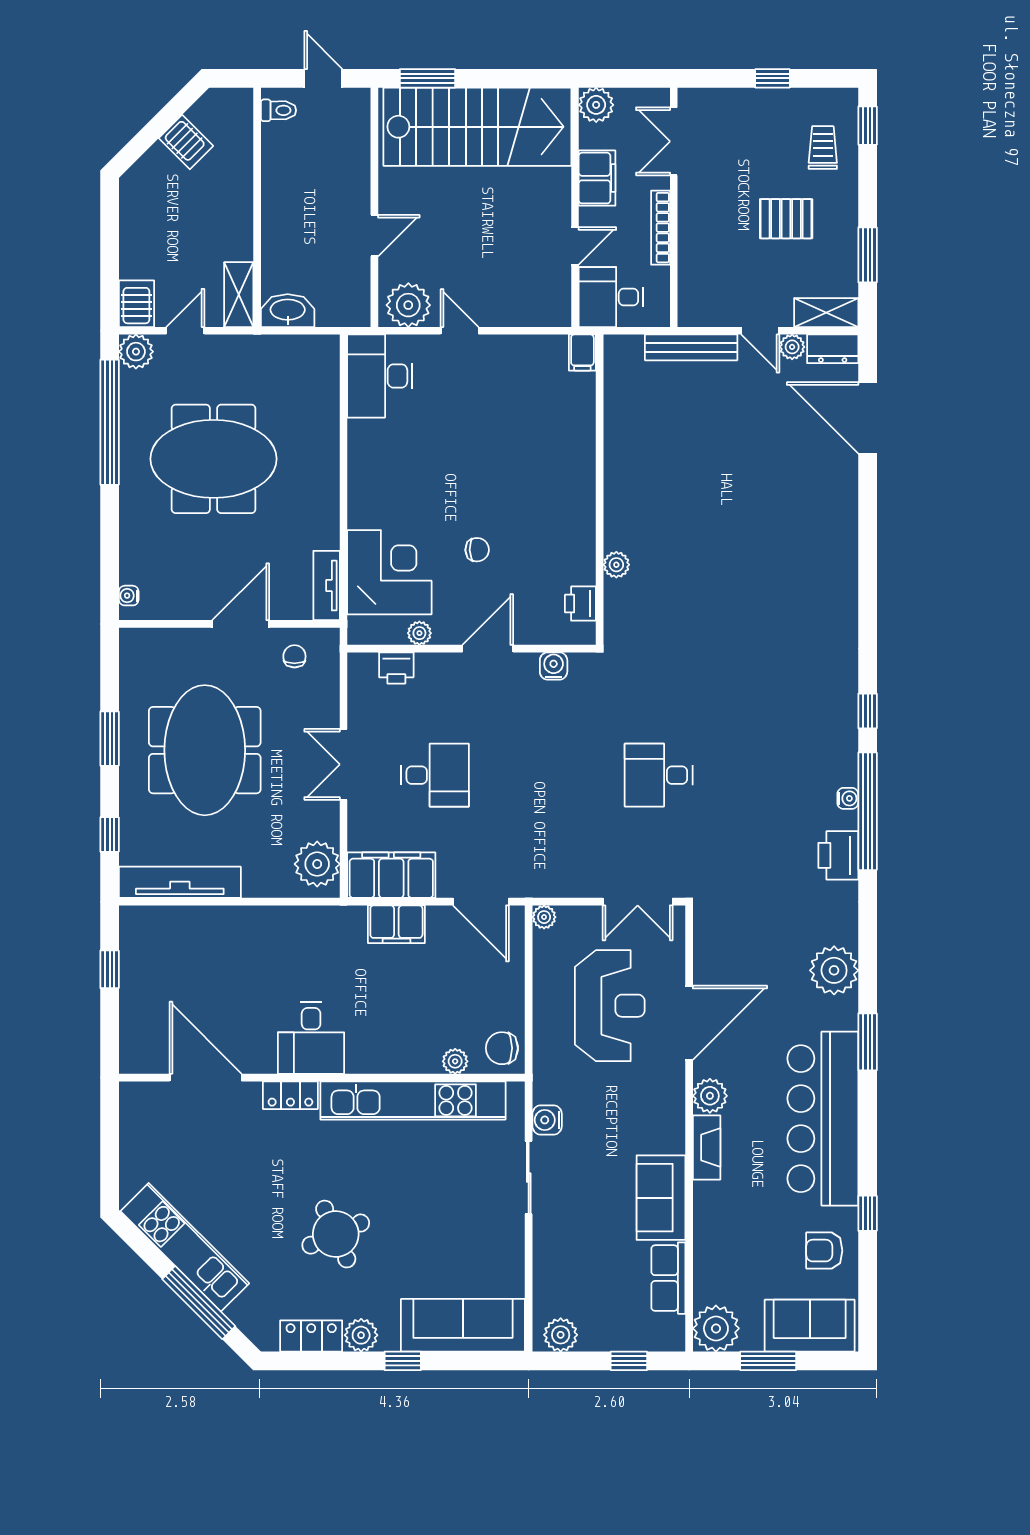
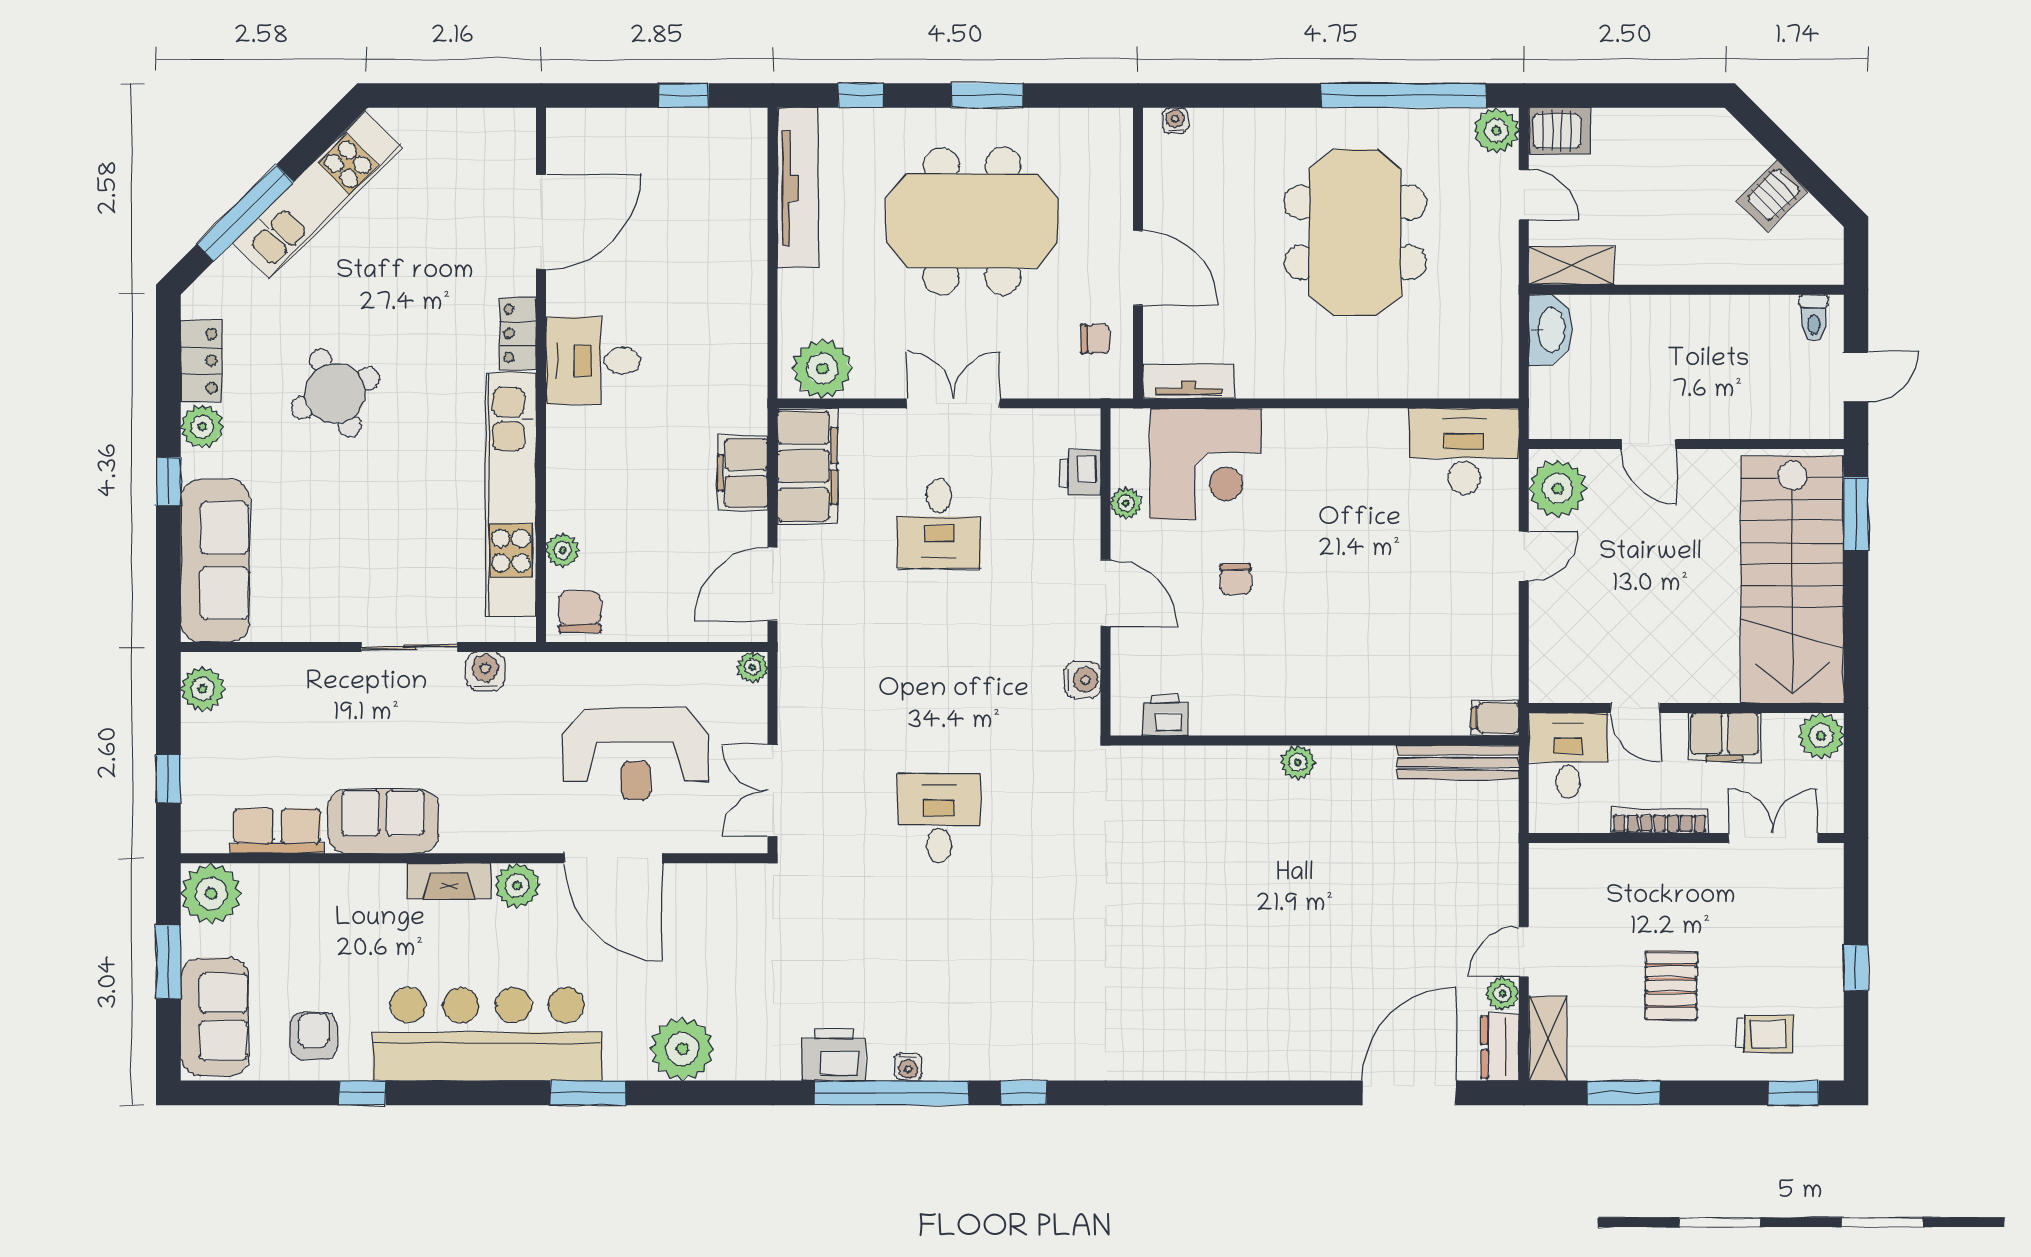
bench: (691, 347) -> (1458, 762), moved, turned 90
plant: (616, 565) -> (1298, 762), moved

